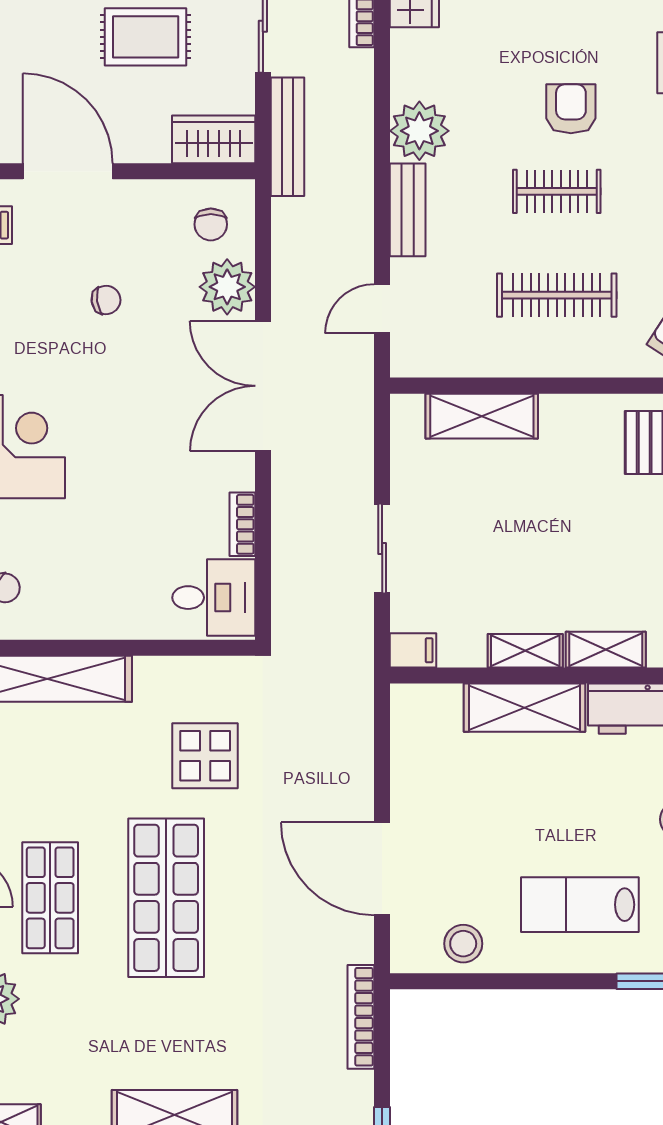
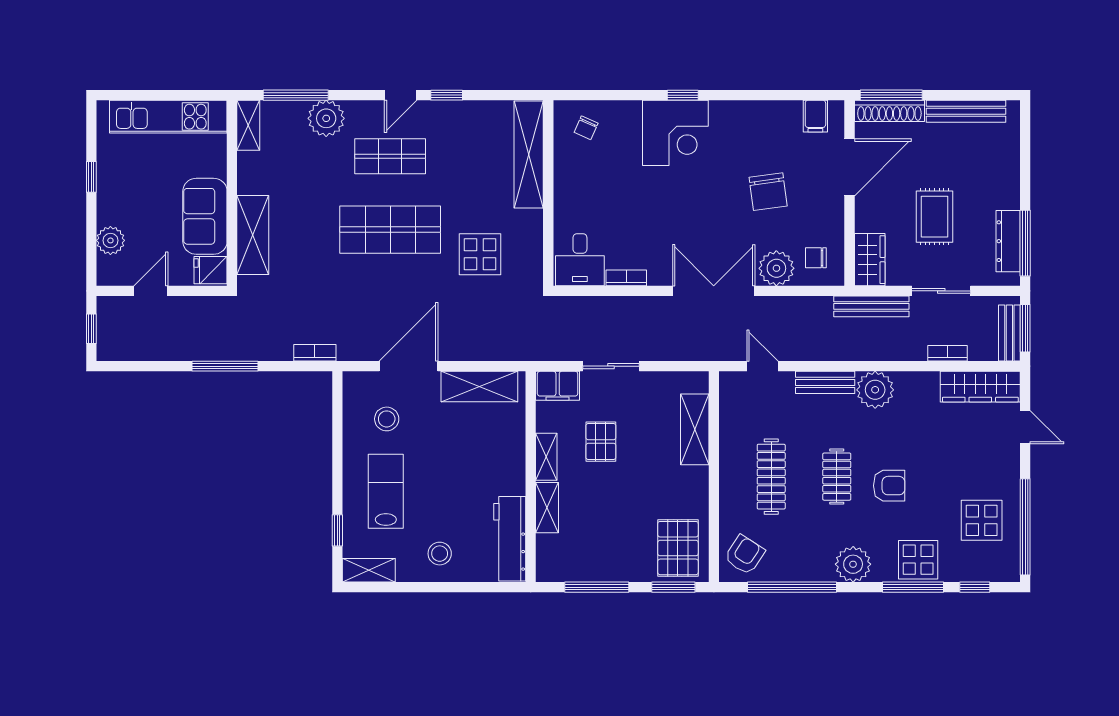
chair: (106, 300) -> (768, 192), width x1.87, depth x1.87
pallet: (501, 564) -> (601, 442), added
filing cabinet: (413, 650) -> (558, 386), width x2.00
shelving: (525, 708) -> (479, 386), moved, turned 90
stool: (463, 944) -> (387, 419), moved
bookcase: (361, 1017) -> (315, 353), width x0.64

